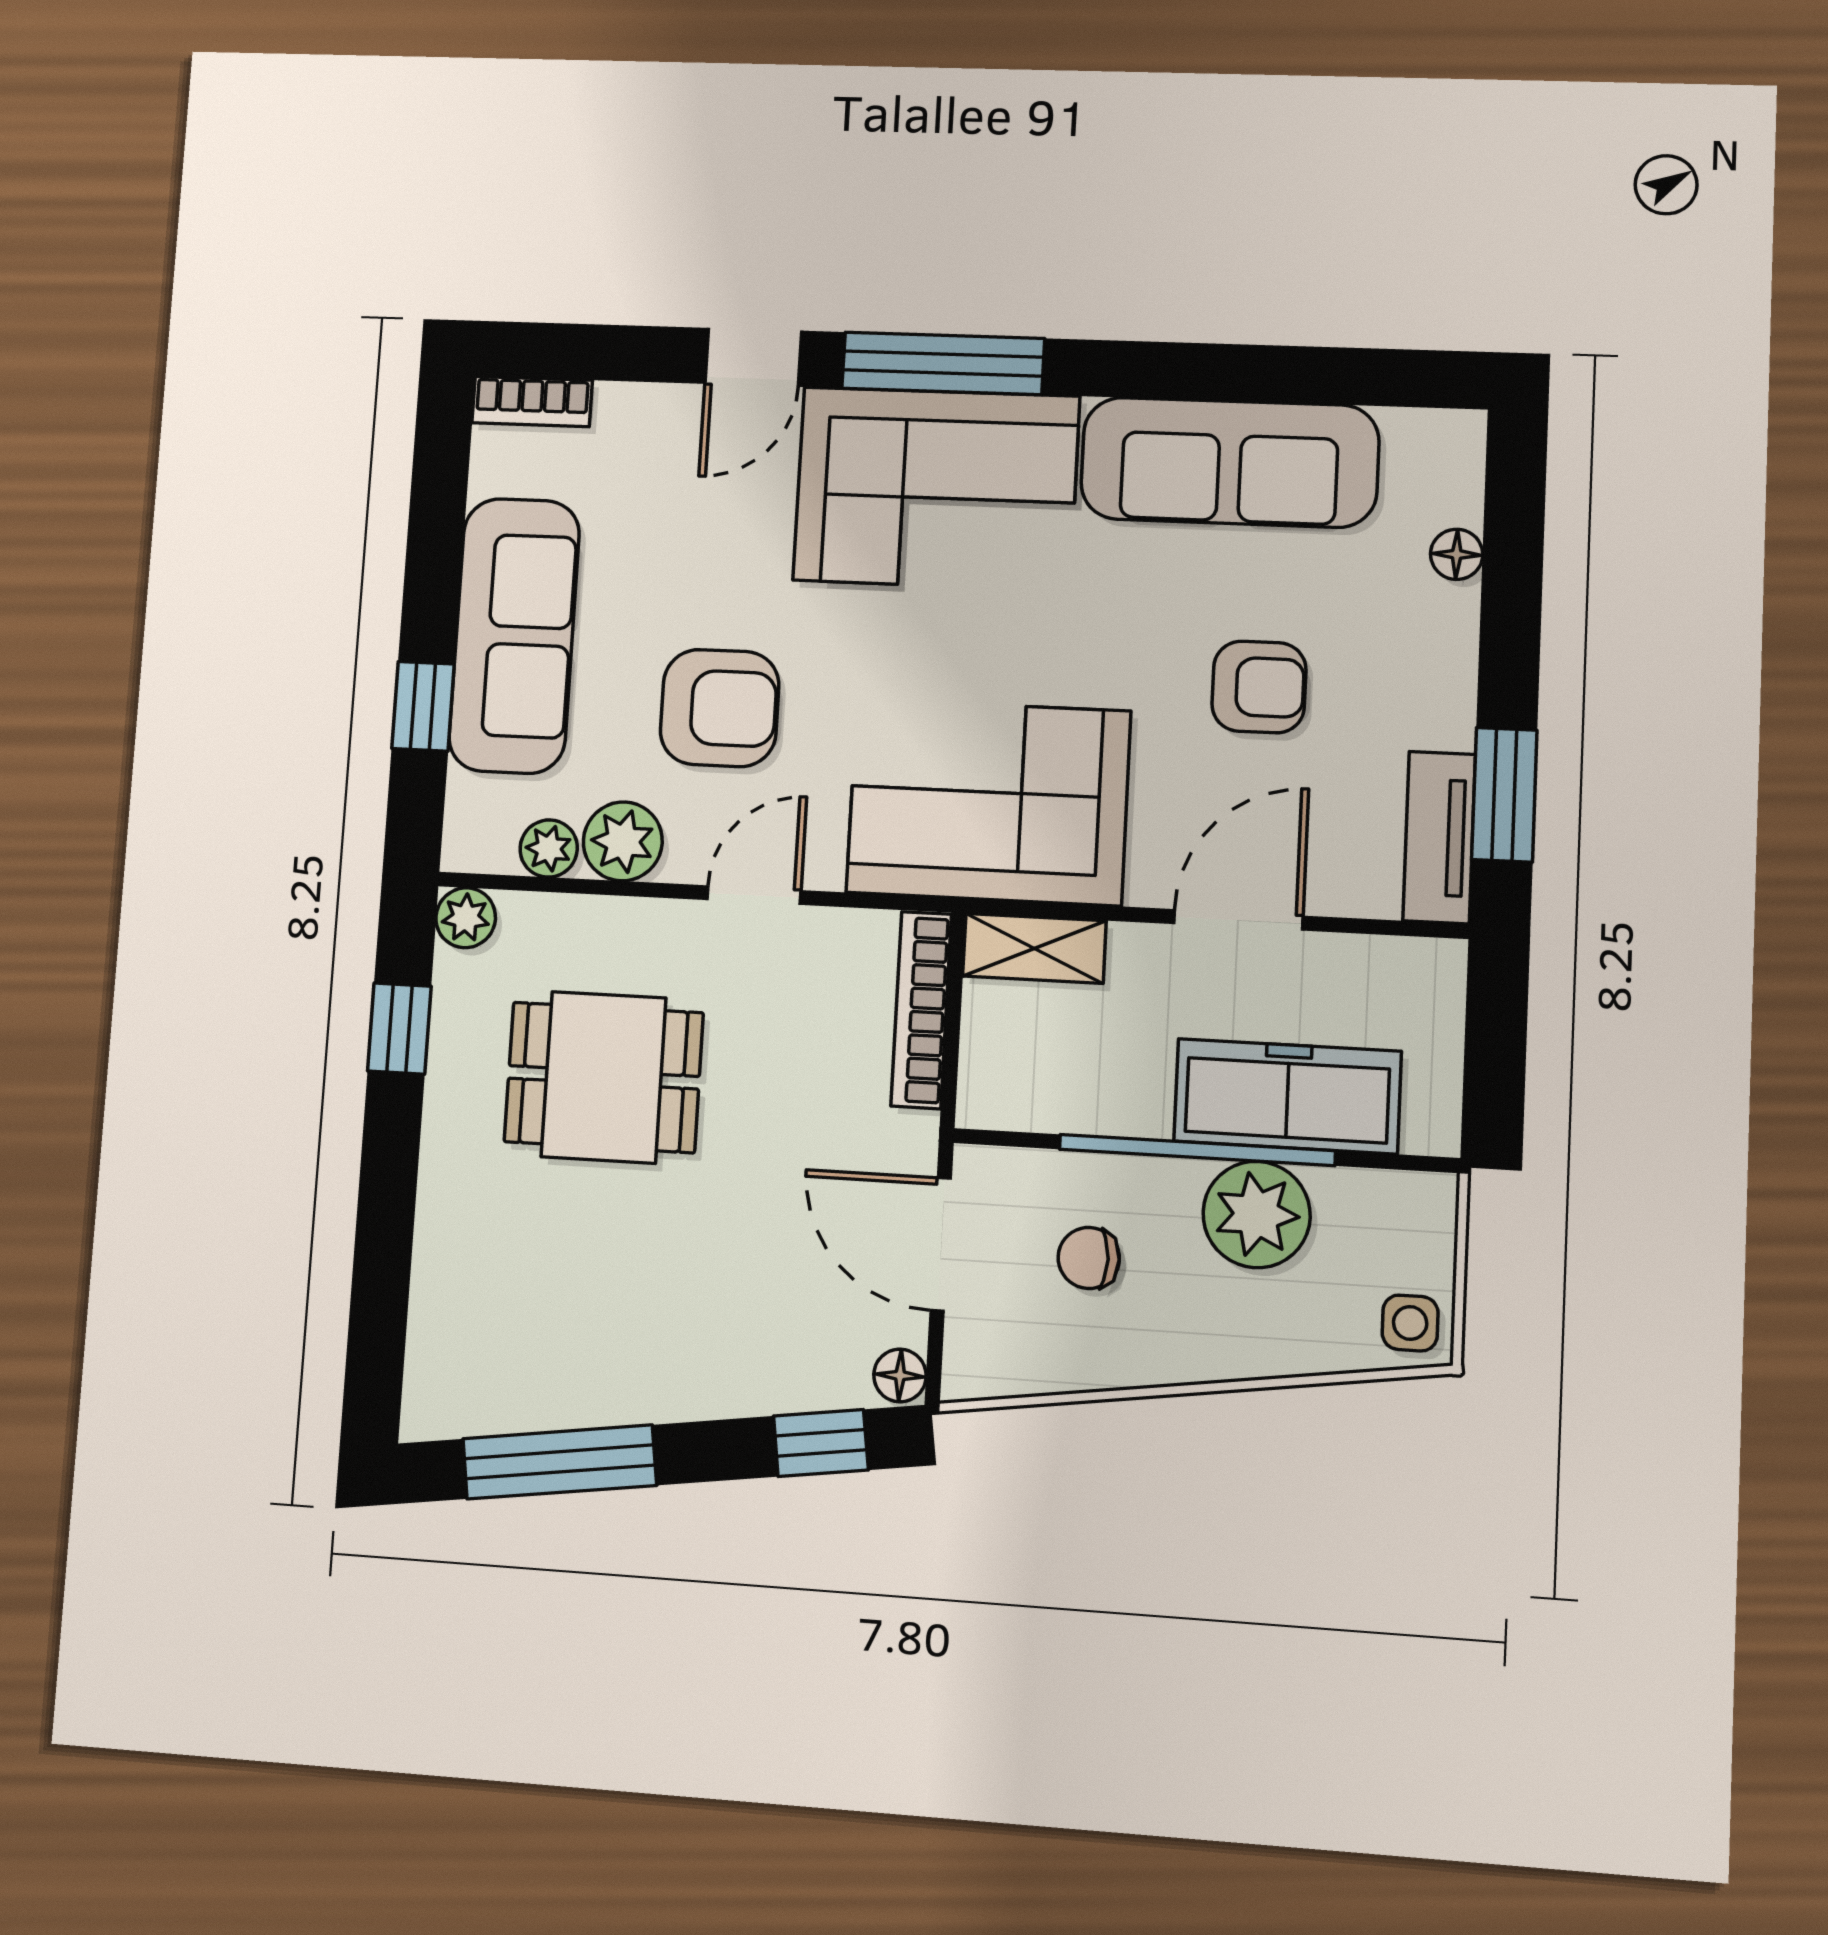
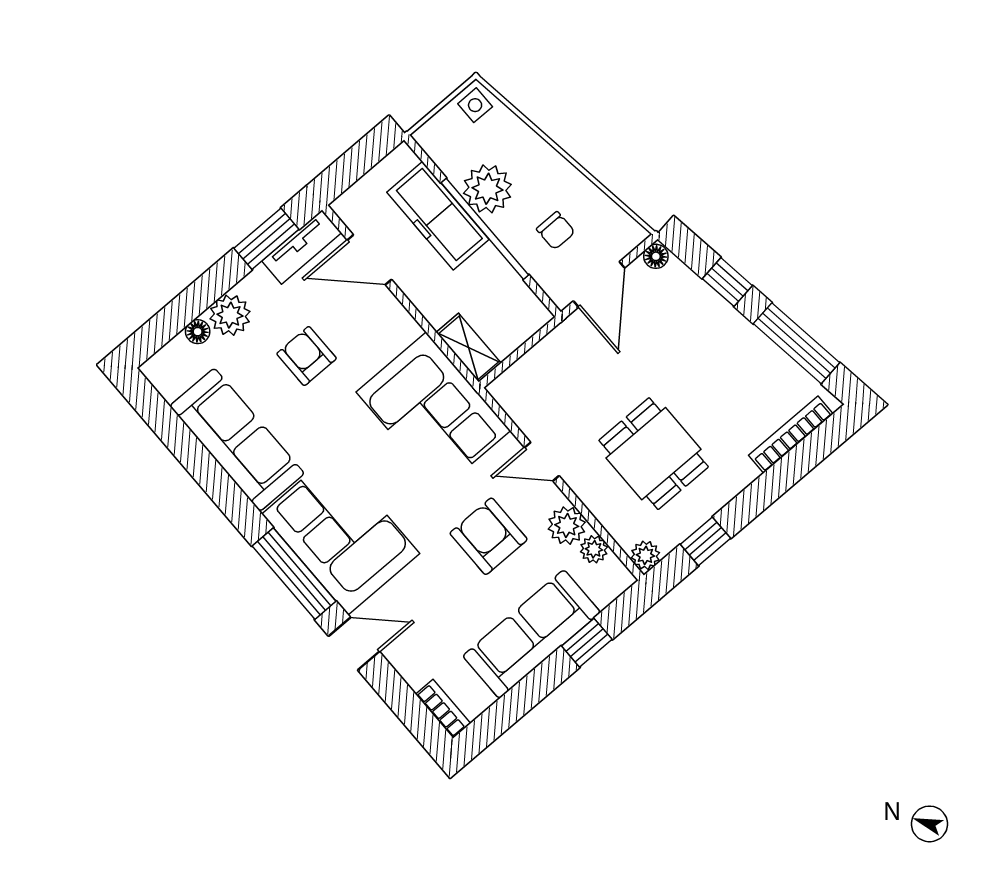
plant: (1436, 628) -> (230, 315), added
door: (1238, 920) -> (369, 260), moved
bookcase: (921, 1010) -> (791, 435), moved, turned 180
window: (821, 1443) -> (727, 282), moved

